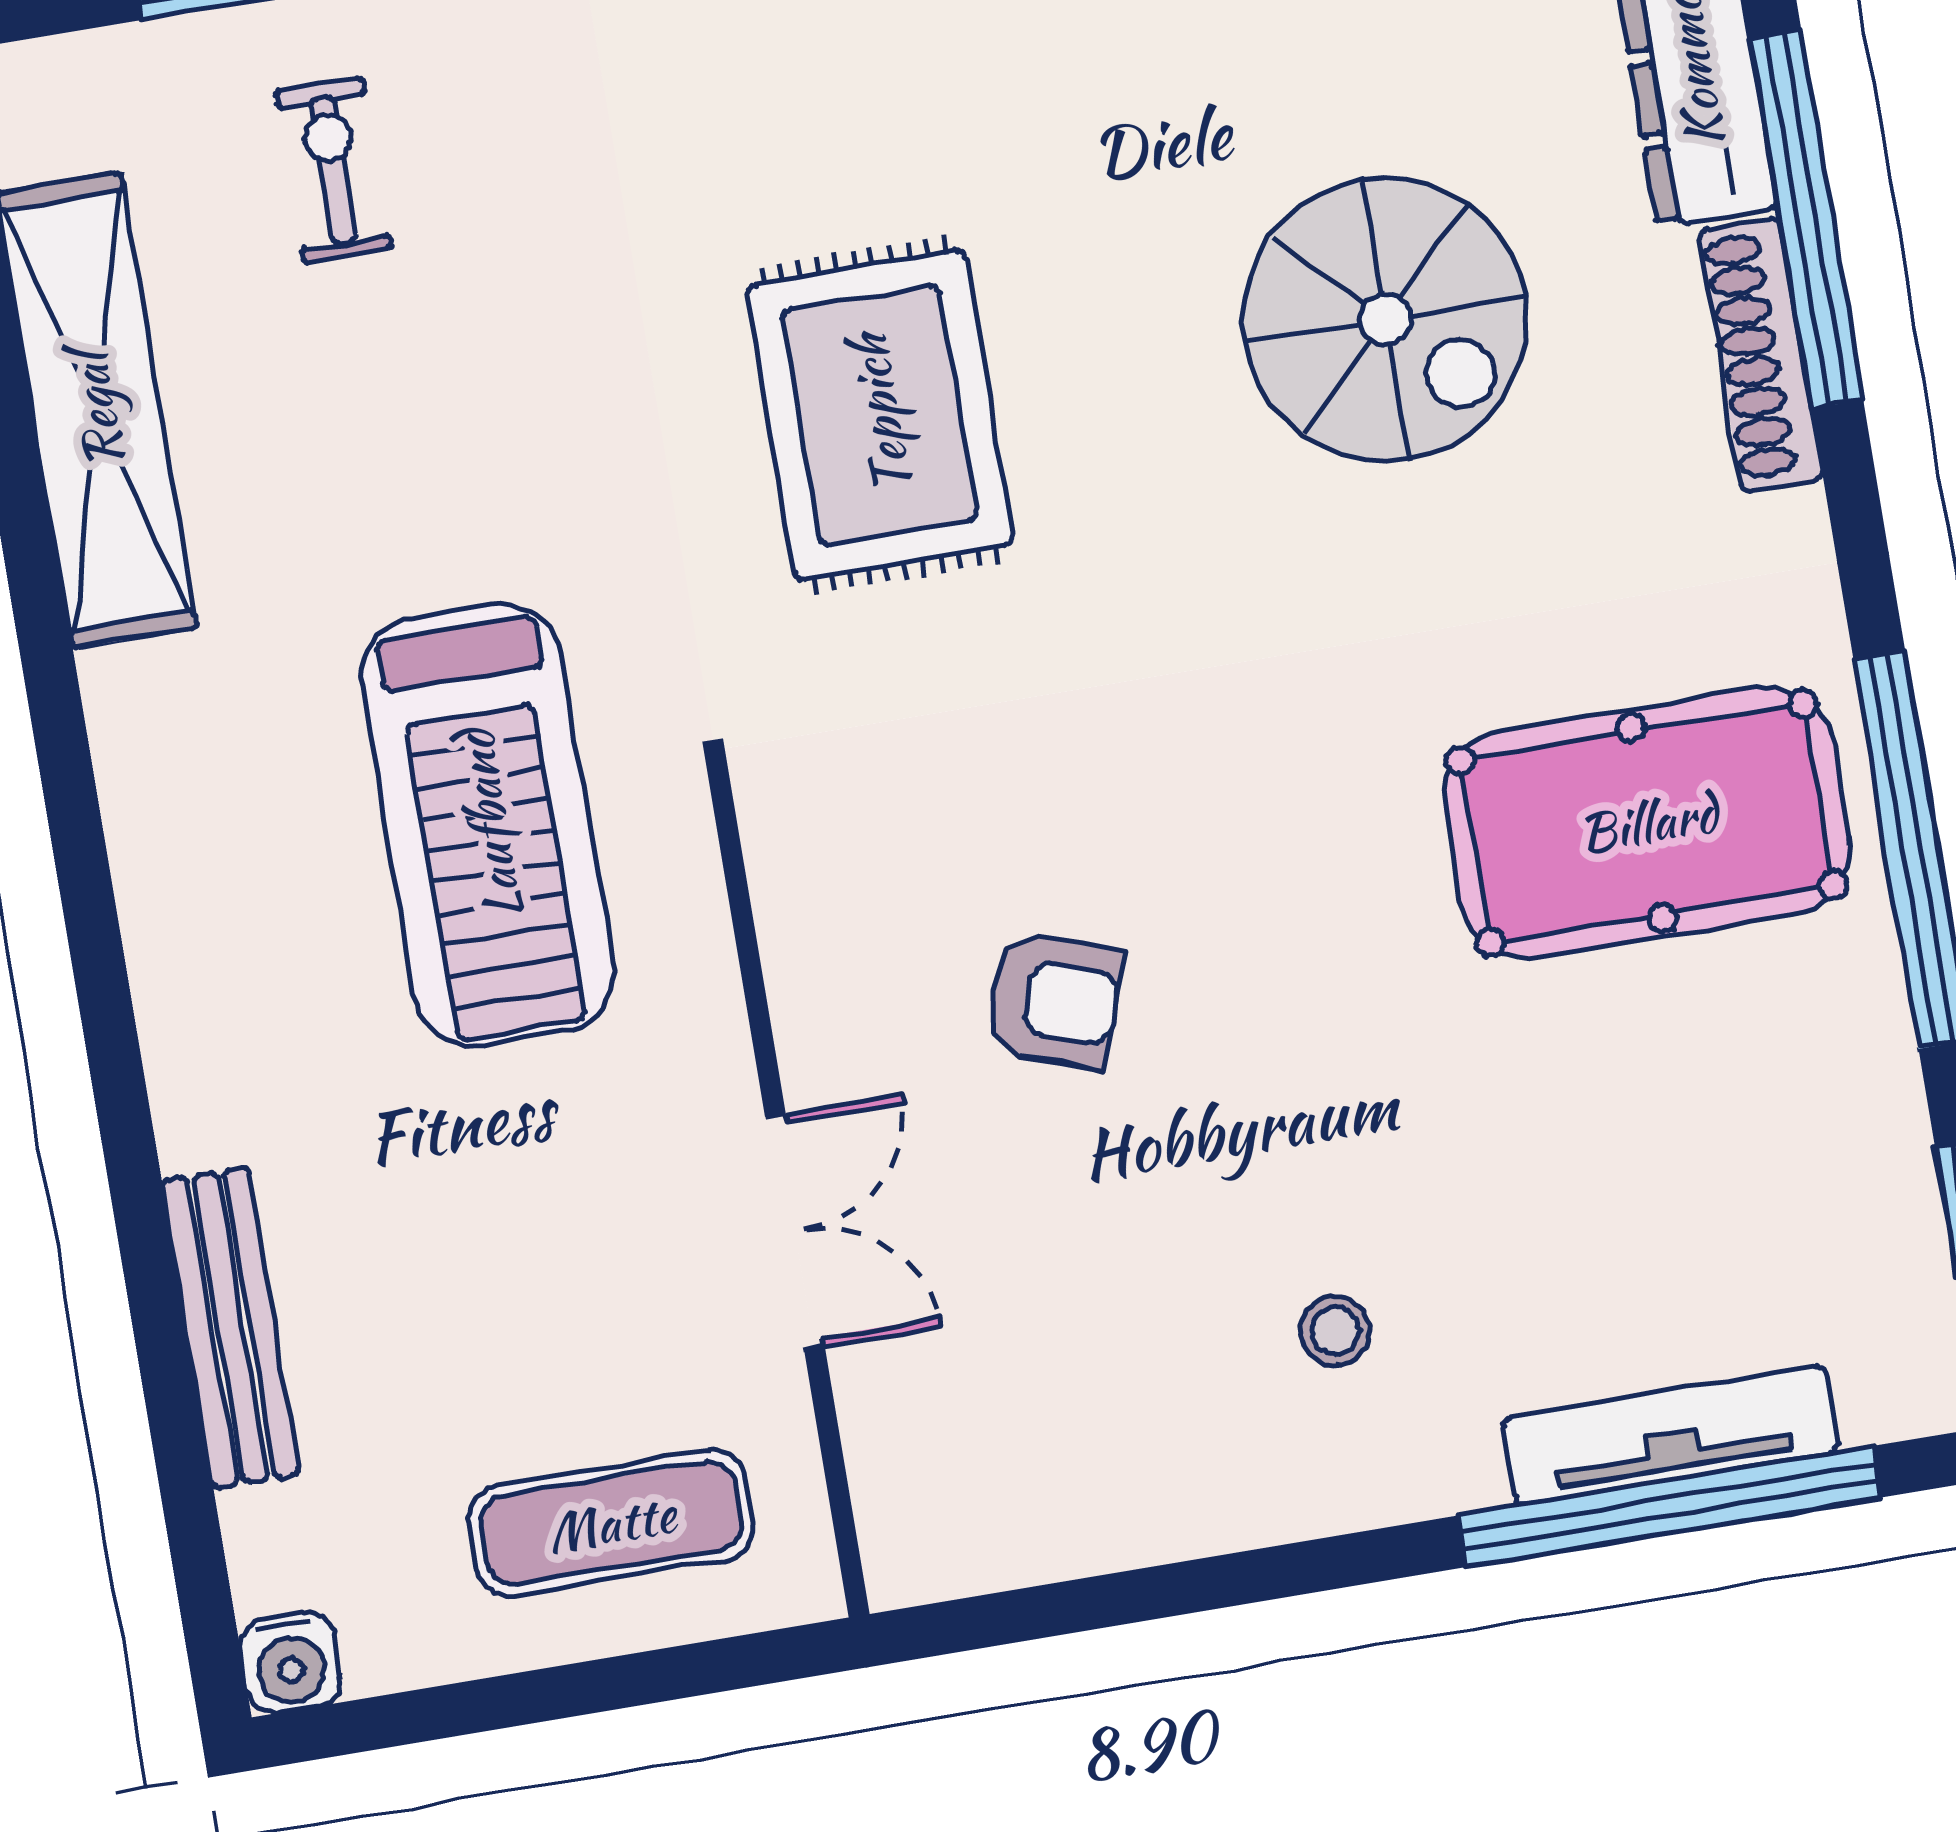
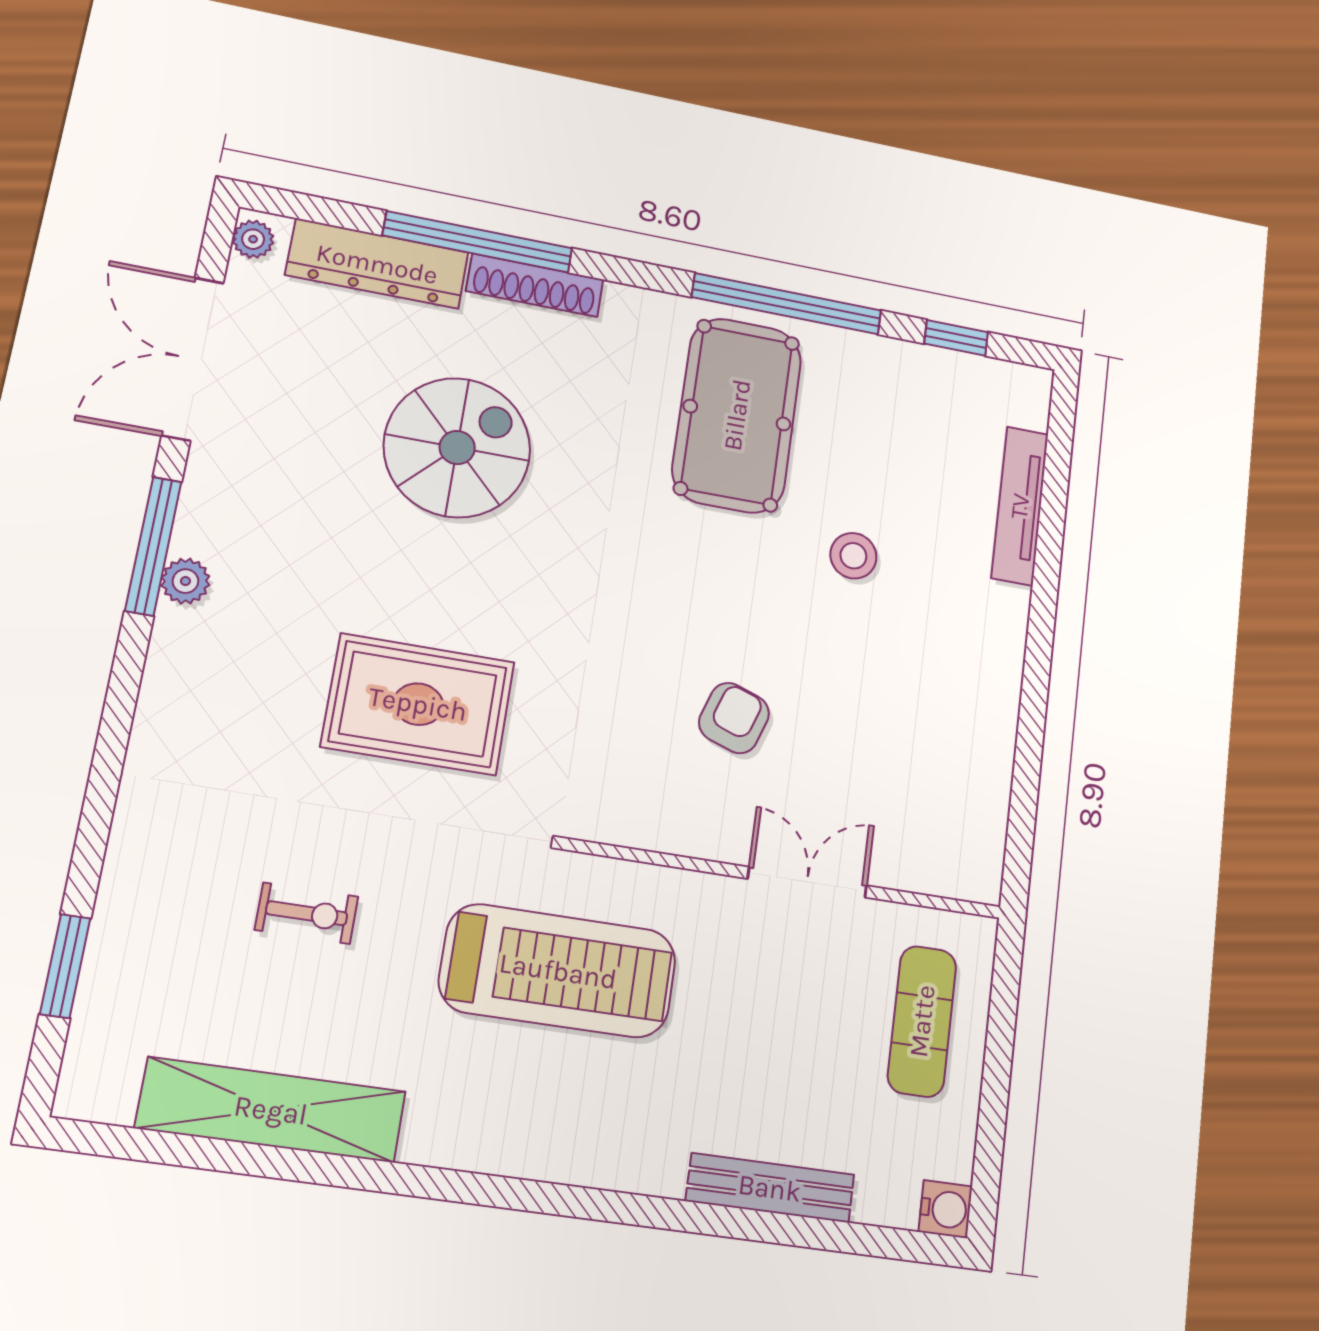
exercise bike: (333, 170) -> (307, 913), moved, turned 180
stool: (1335, 1331) -> (853, 556), moved, width x1.37, depth x1.37
window: (1670, 1506) -> (1052, 517), removed

